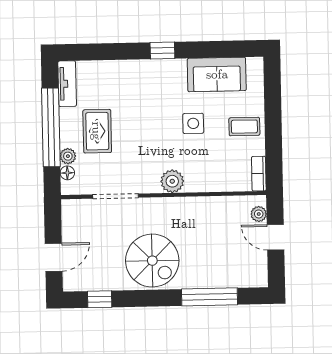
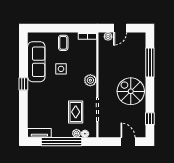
sofa: (217, 74) -> (36, 62), width x1.36
rug: (97, 131) -> (76, 112), moved, turned 90
spiral stairs: (152, 261) -> (131, 91), turned -90

